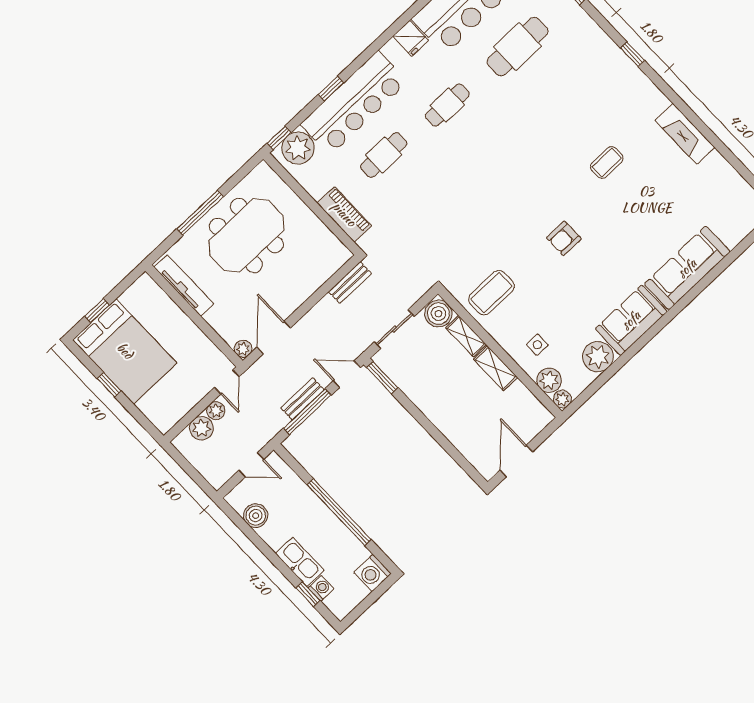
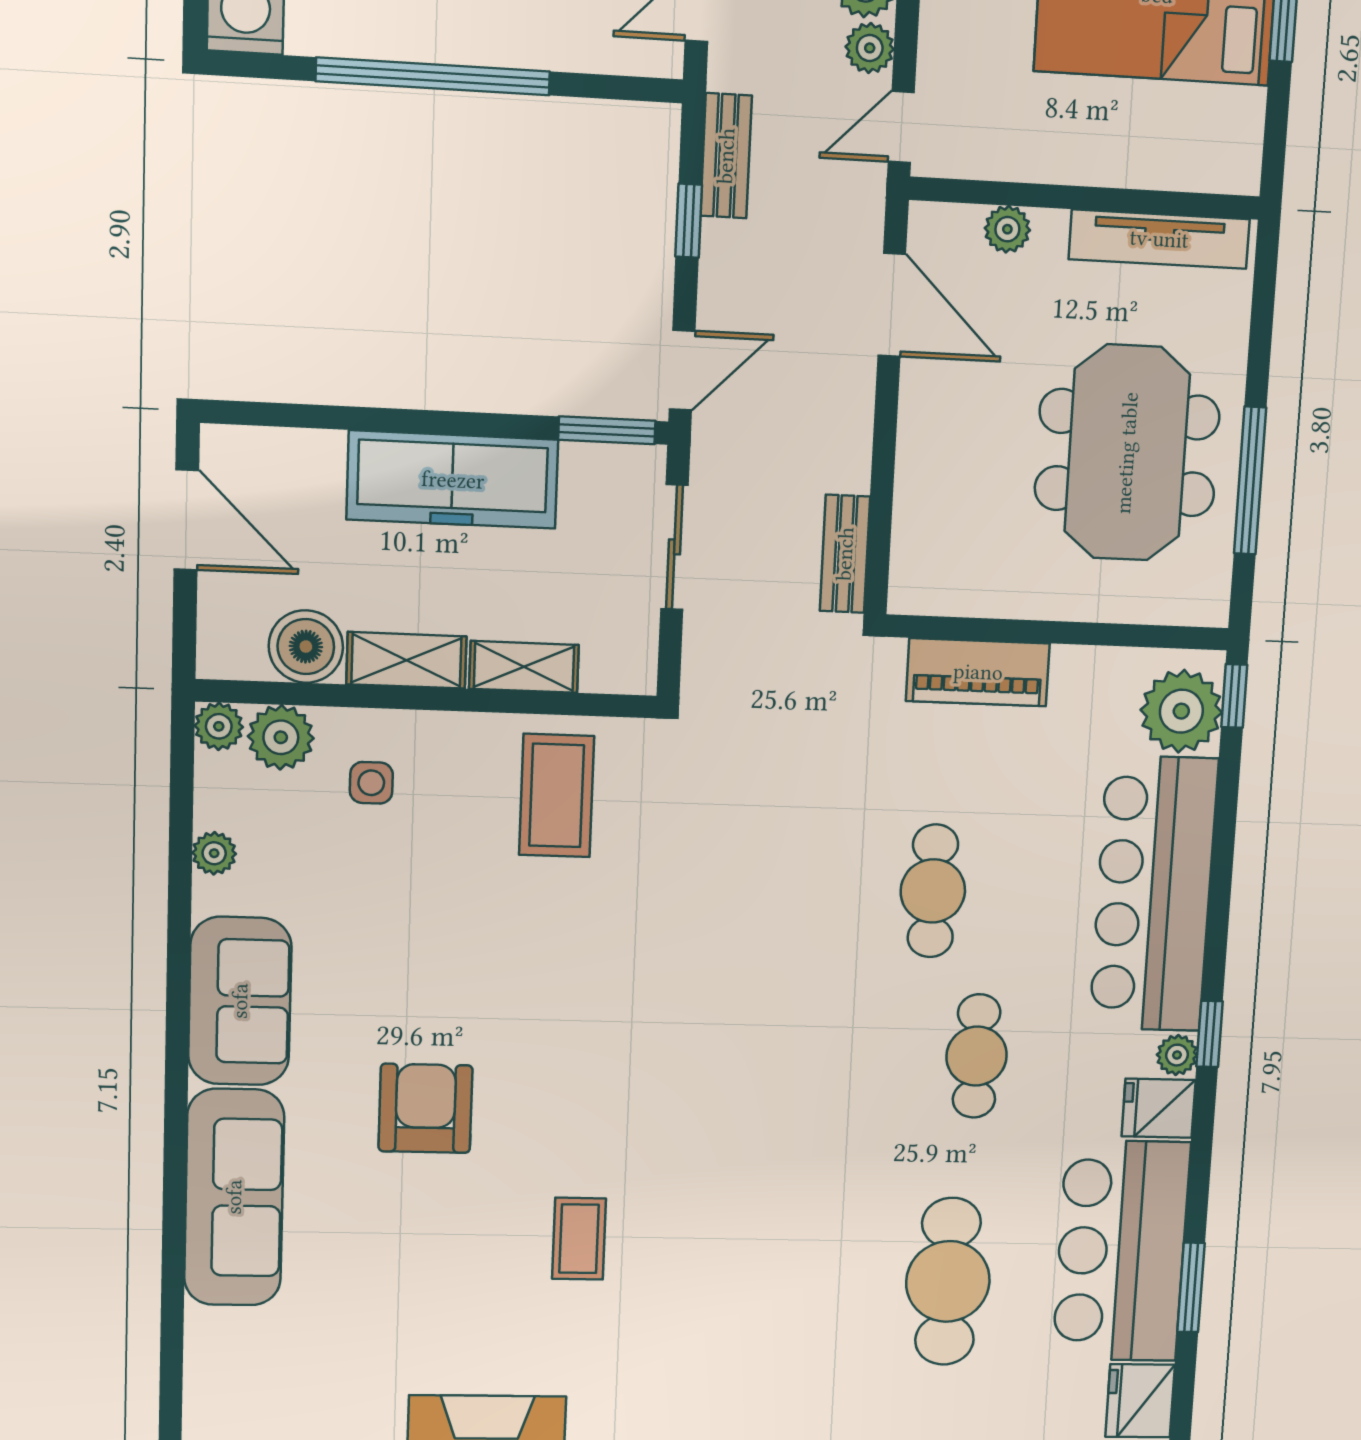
plant: (391, 49) -> (1177, 1055), added
window: (331, 89) -> (1210, 1034), moved
cafe table: (384, 155) -> (933, 891), moved
window: (200, 213) -> (1250, 481), moved
armchair: (564, 238) -> (425, 1108), moved, width x1.38, depth x1.38
boiler: (438, 314) -> (306, 647), moved
plant: (243, 349) -> (1007, 229), moved
plant: (598, 357) -> (214, 853), width x0.53, depth x0.53
door: (227, 382) -> (901, 127), hinge flipped
bench: (302, 399) -> (726, 156), moved
freezer: (436, 404) -> (453, 480), added
window: (307, 412) -> (689, 221), width x0.46

